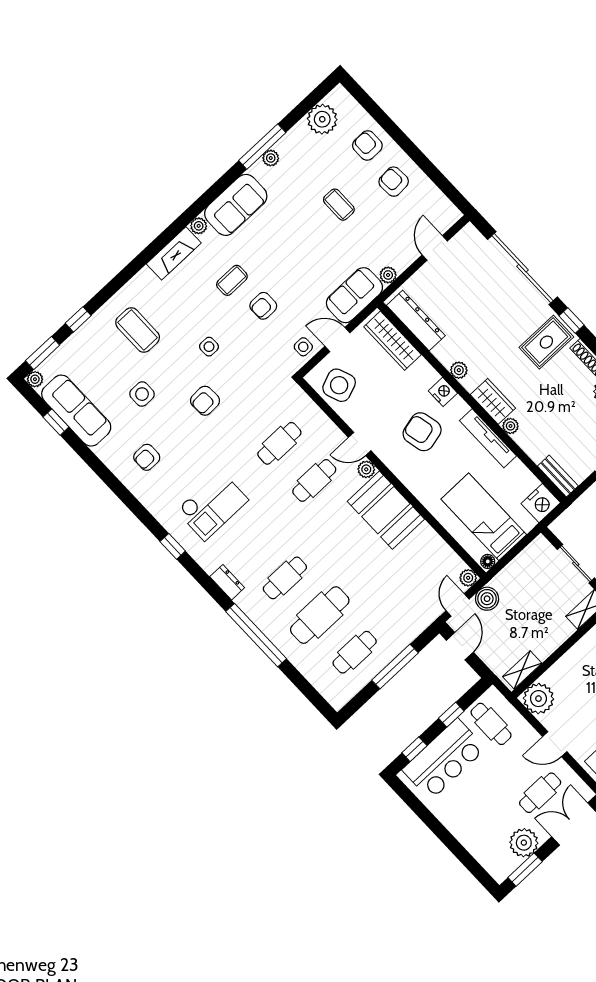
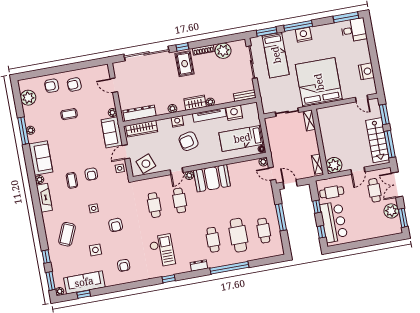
coffee table: (138, 330) -> (67, 234), turned -67
nightstand: (541, 503) -> (234, 113), moved, turned -90
boiler: (487, 599) -> (277, 160), removed

